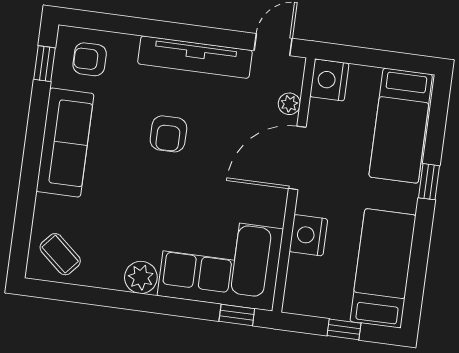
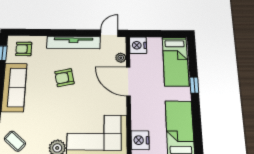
armchair: (168, 134) -> (64, 78), turned 78
door: (297, 158) -> (128, 81), hinge flipped
nightstand: (308, 235) -> (140, 140), moved

